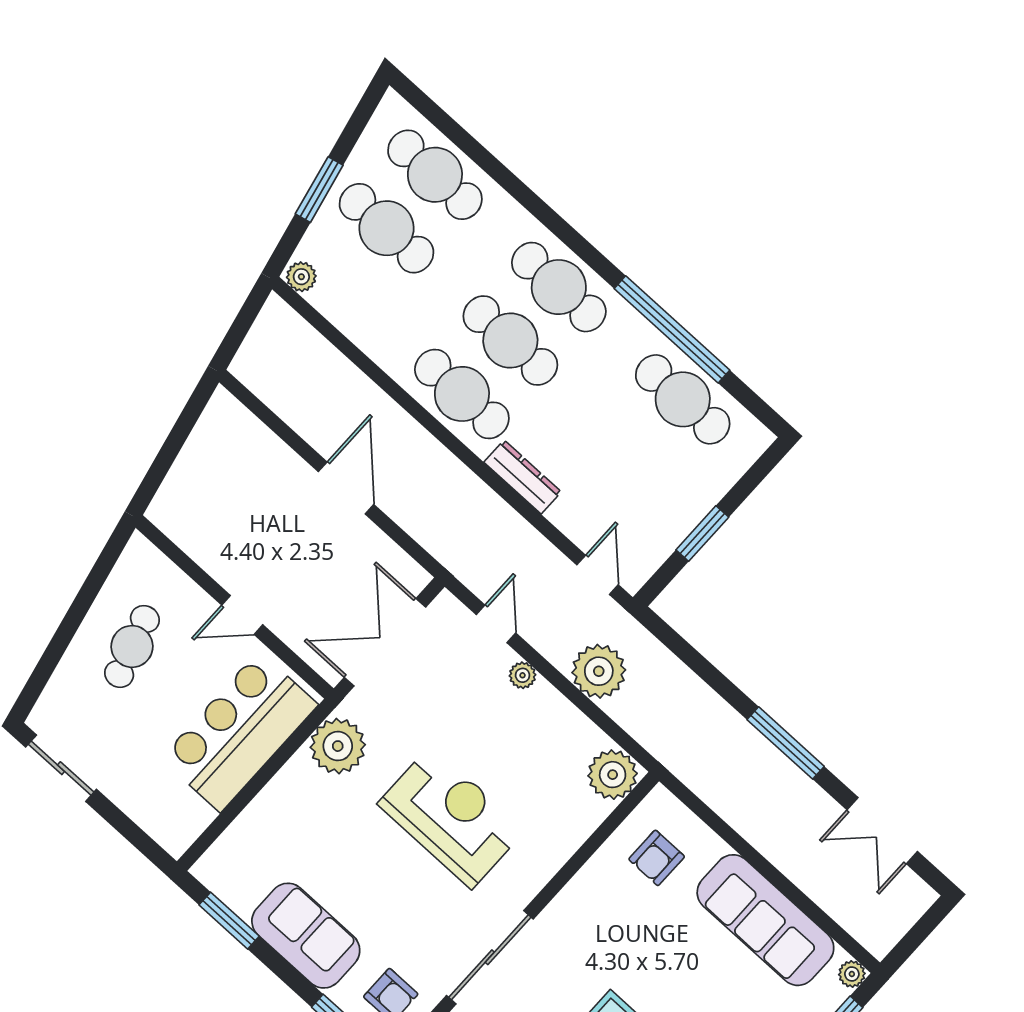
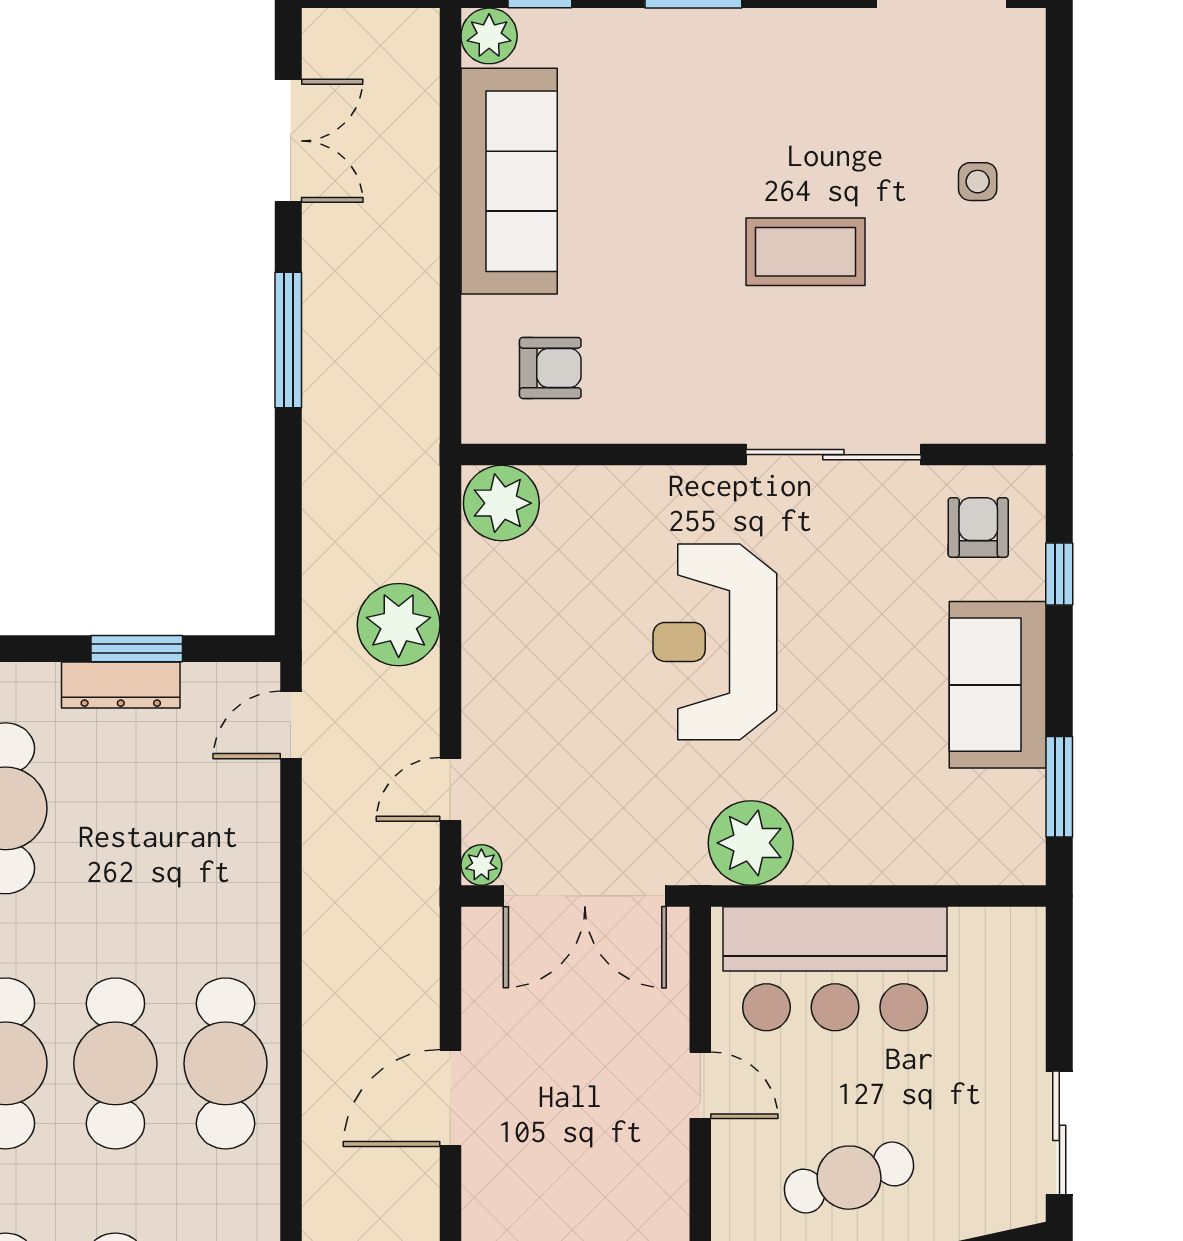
dresser: (523, 477) -> (121, 685), moved, turned -90
plant: (523, 675) -> (481, 865), moved
plant: (852, 974) -> (489, 36), width x1.38, depth x1.38

